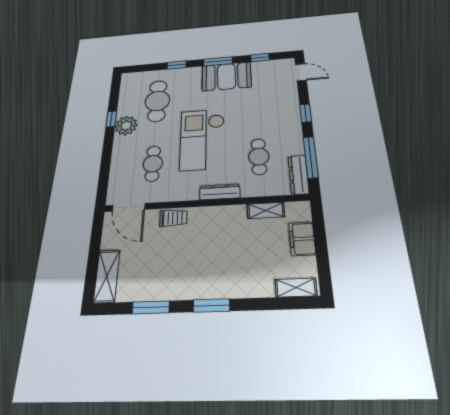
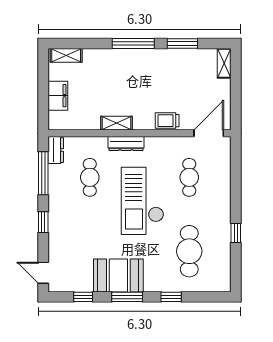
plant: (126, 126) -> (219, 223), removed
checkout: (202, 139) -> (142, 201), turned 180
dresser: (298, 175) -> (56, 150), width x0.70
door: (129, 207) -> (209, 133), hinge flipped
shelving: (266, 210) -> (117, 123), moved
shelving: (107, 276) -> (224, 63), width x0.67, depth x0.75
window: (211, 305) -> (133, 43), width x1.44

